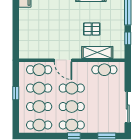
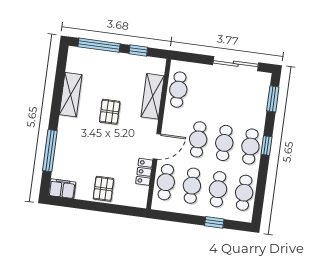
pallet: (29, 27) -> (103, 189), added
pallet: (92, 29) -> (110, 112), moved
locker: (44, 54) -> (144, 172), added
window: (16, 93) -> (214, 222), moved

